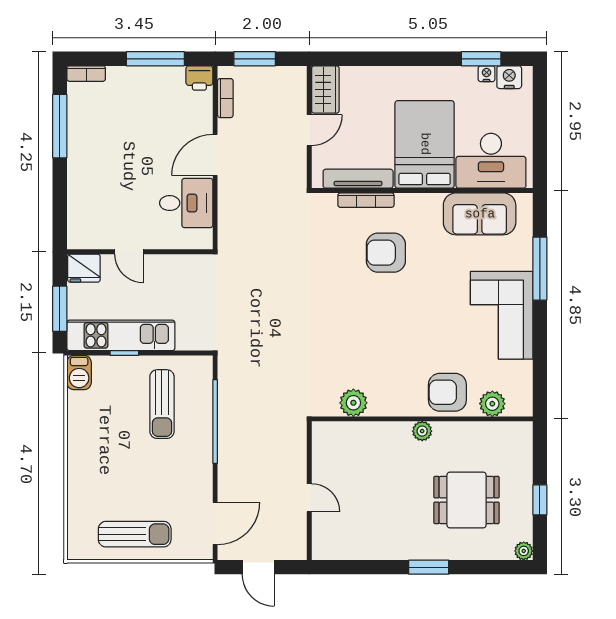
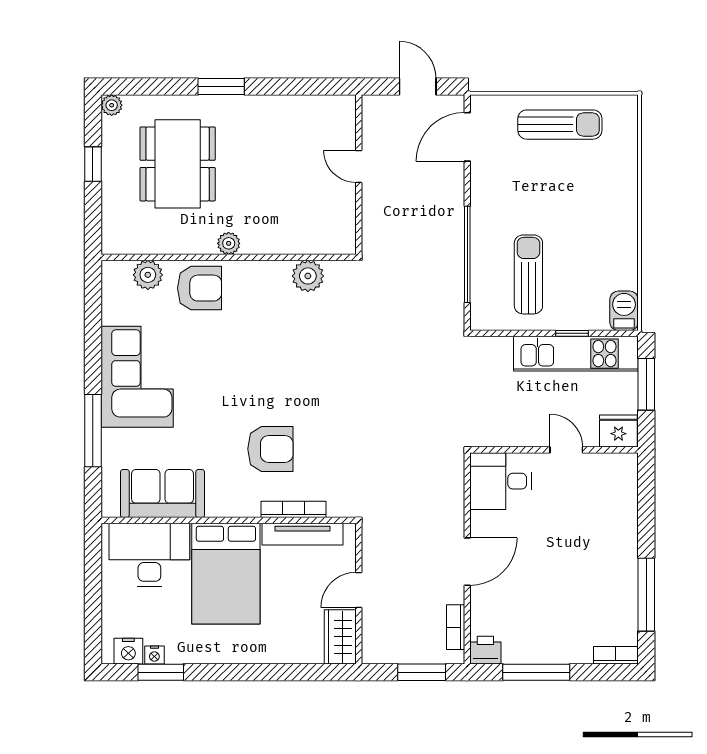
desk: (186, 203) -> (501, 481), moved
dining table: (467, 500) -> (178, 164), width x1.38
sun lounger: (135, 534) -> (560, 125), turned 180

